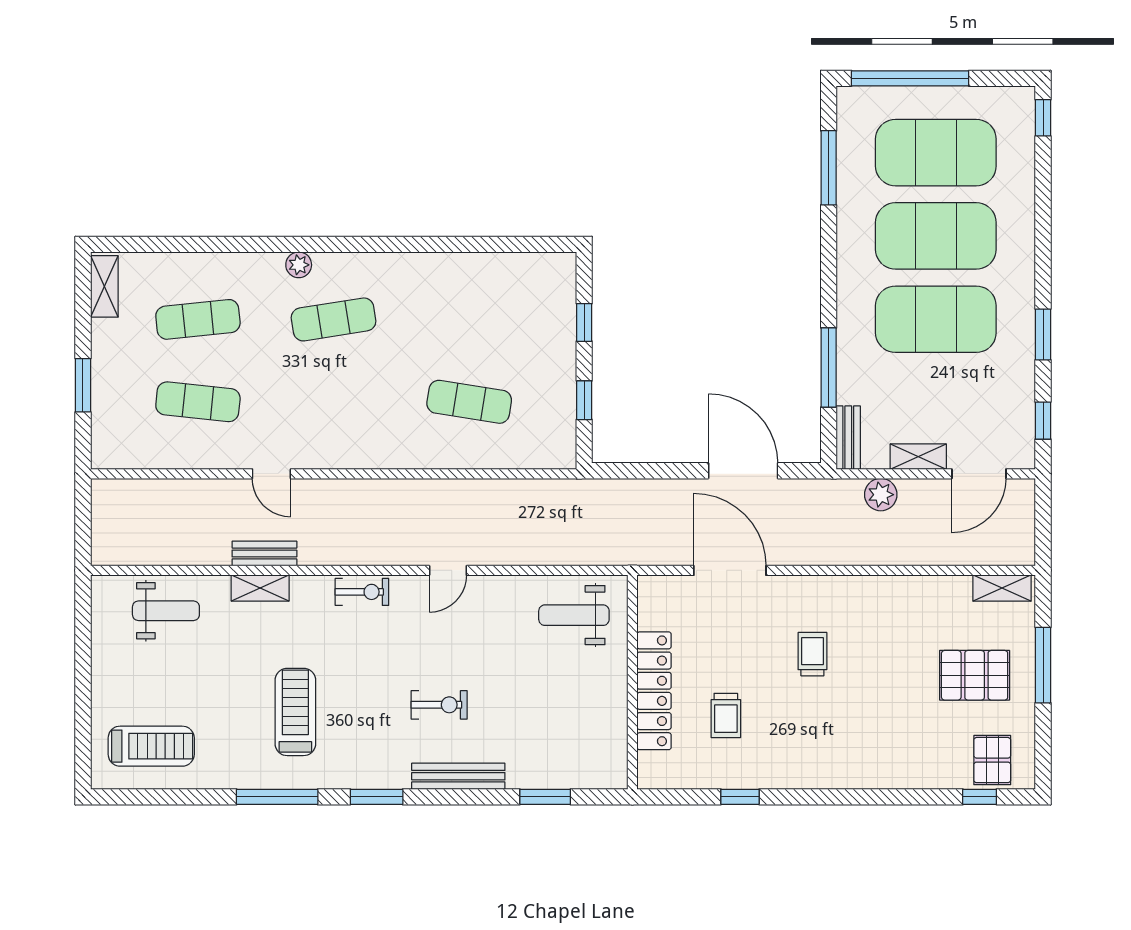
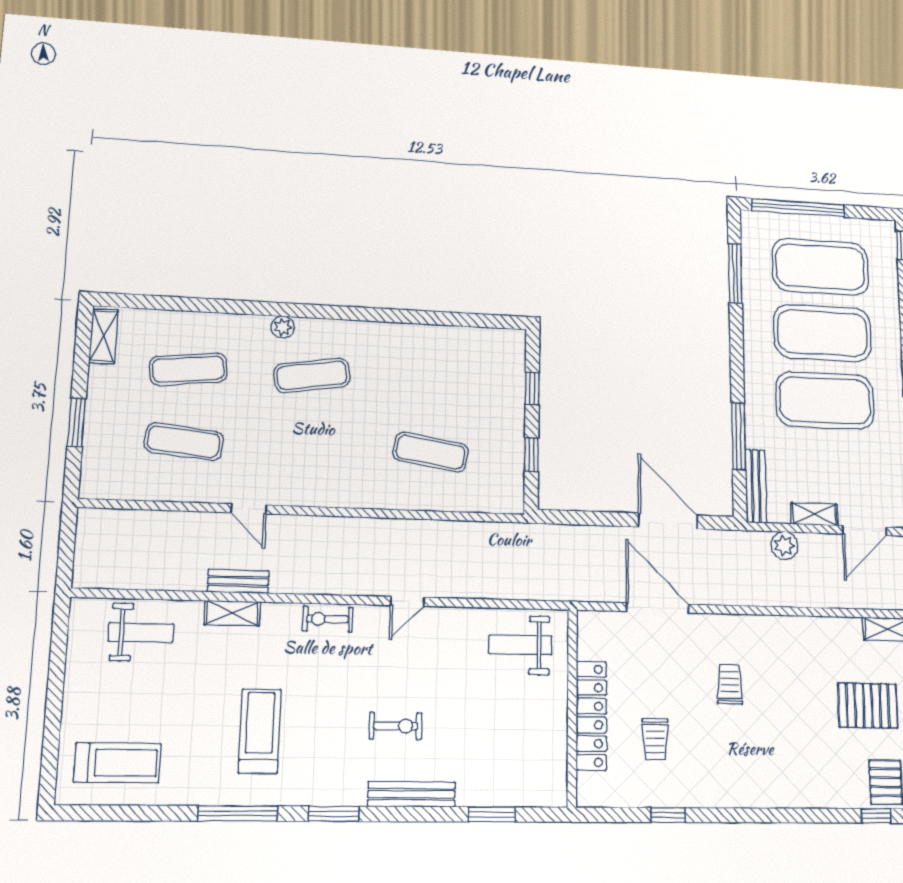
bench: (848, 438) -> (756, 486), width x1.36
exercise bike: (362, 592) -> (328, 619), turned 180

